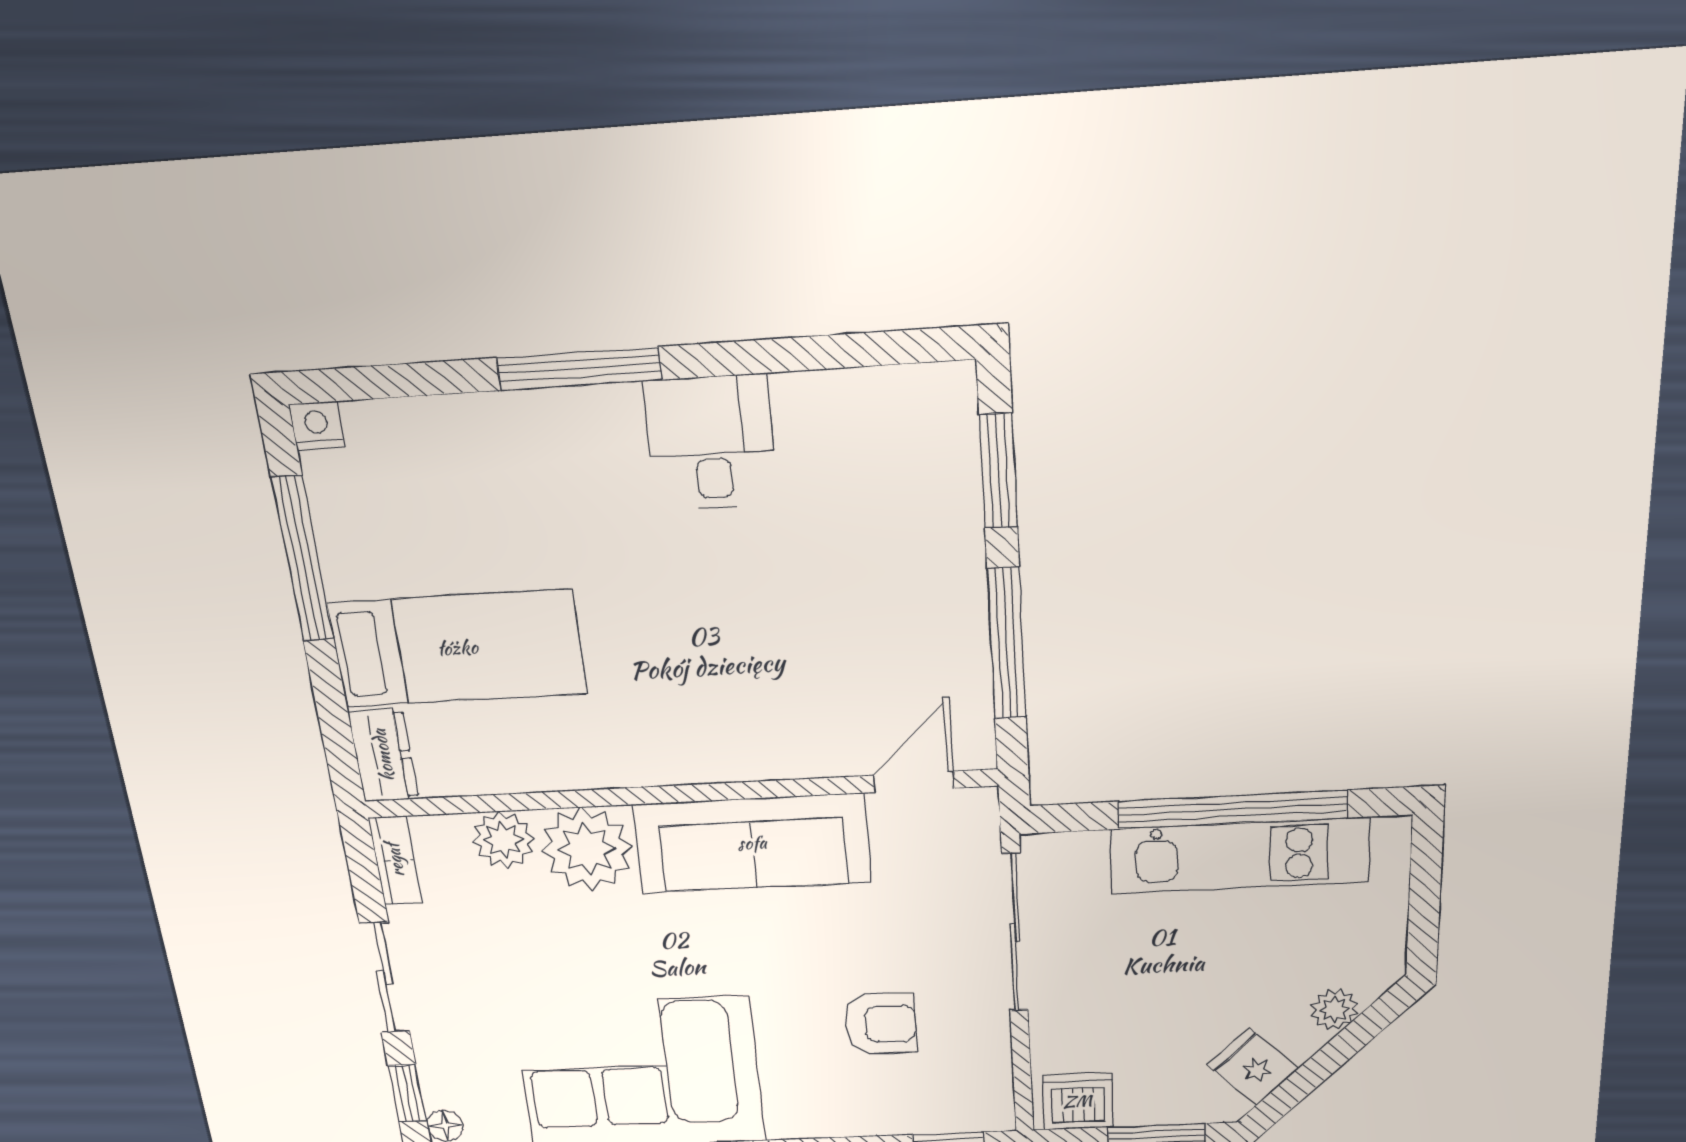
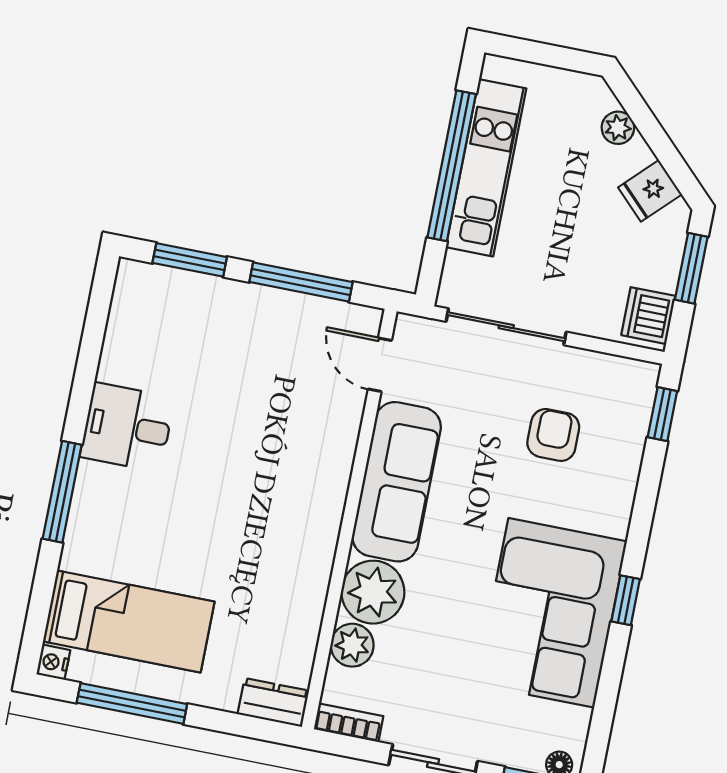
bed: (457, 648) -> (129, 621), moved, turned 90

